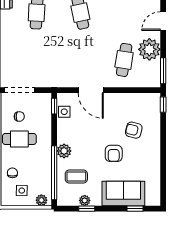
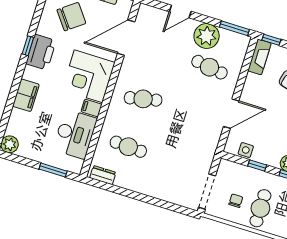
door: (163, 21) -> (180, 11), hinge flipped
fireplace: (146, 99) -> (260, 57), added
window: (54, 106) -> (257, 166), moved

